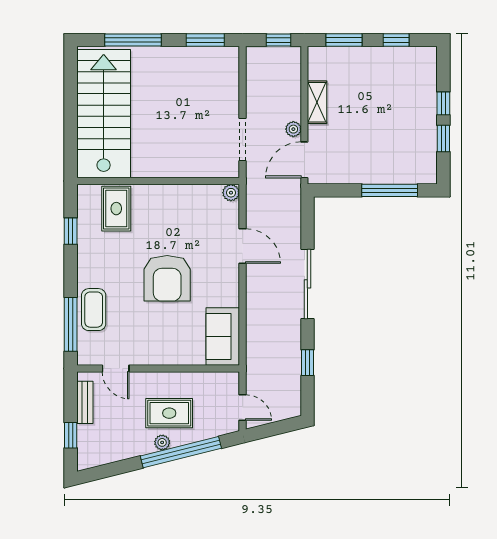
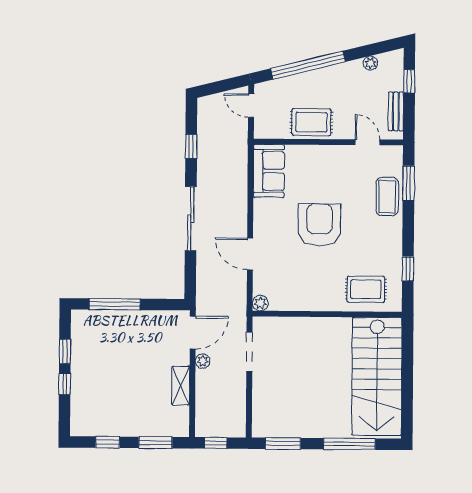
rug: (116, 209) -> (366, 289), turned 90
window: (71, 324) -> (409, 183), width x0.69
rug: (169, 413) -> (311, 122), moved
plant: (162, 442) -> (370, 63), moved

